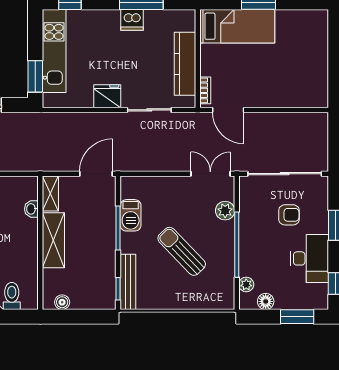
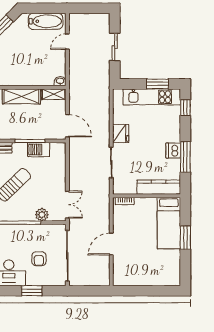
kitchen counter: (185, 64) -> (159, 187), moved
window: (35, 76) -> (157, 84), moved
door: (228, 110) -> (111, 244), moved
washbasin: (31, 209) -> (60, 81), moved

